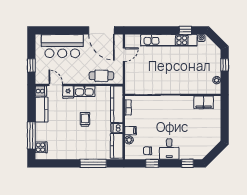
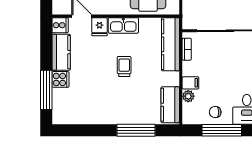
dishwasher: (117, 128) -> (171, 79), removed
cooker: (41, 147) -> (60, 79), moved
window: (152, 163) -> (222, 130), width x2.17

